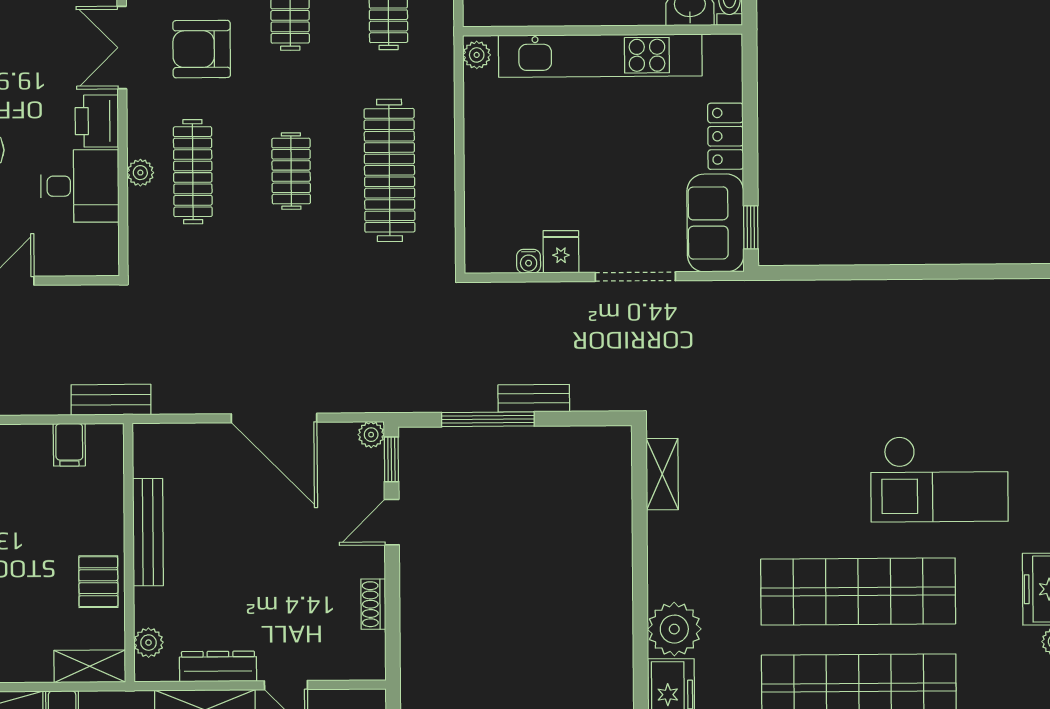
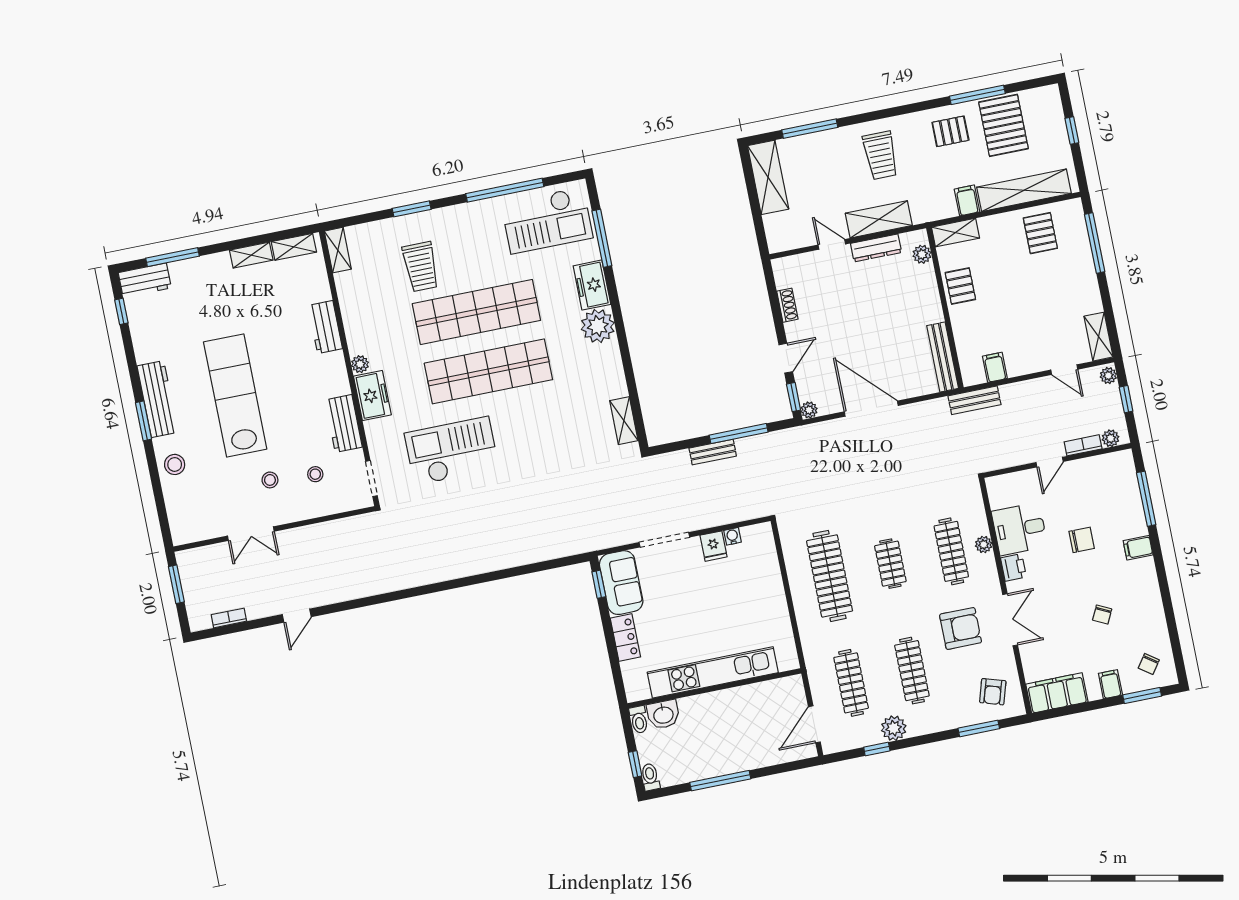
plant: (477, 55) -> (789, 658), removed
printer: (97, 121) -> (1013, 567), width x0.73, depth x0.81
bench: (148, 532) -> (943, 357), moved

